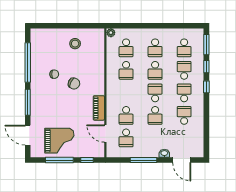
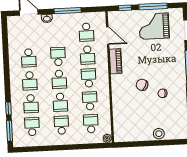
stool: (75, 44) -> (159, 134), moved
school desk: (155, 70) -> (60, 102), turned 180
window: (206, 87) -> (7, 88), removed
school desk: (126, 93) -> (89, 78), added
school desk: (126, 115) -> (88, 55), turned 180
school desk: (126, 138) -> (86, 32), turned 180

